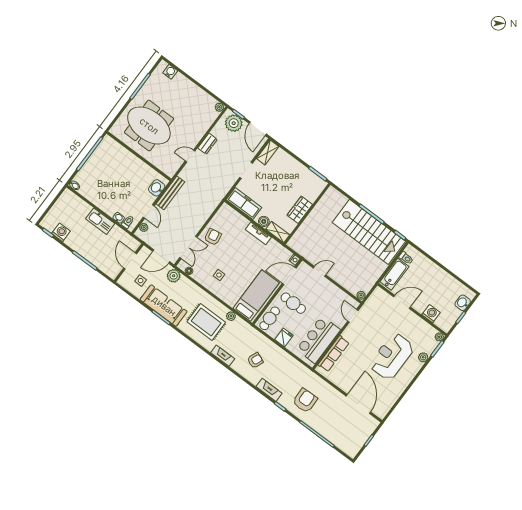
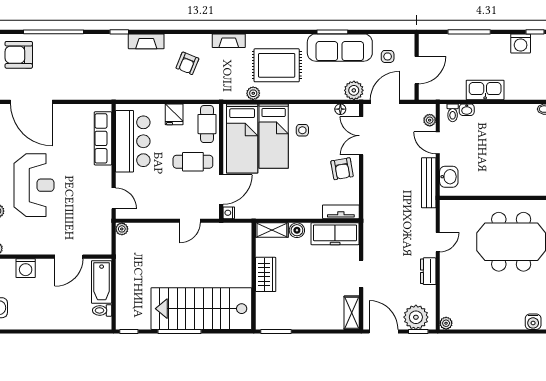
stairs: (369, 232) -> (201, 309), moved
tv unit: (258, 233) -> (341, 212), moved
door: (130, 261) -> (417, 70), hinge flipped
bed: (238, 284) -> (274, 136), added
armchair: (305, 401) -> (19, 55), moved, turned 92

